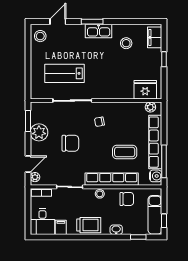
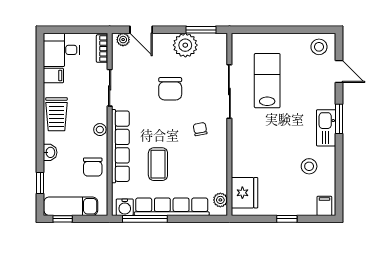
filing cabinet: (155, 37) -> (324, 206), width x0.50

